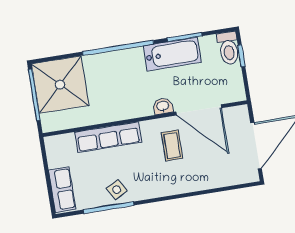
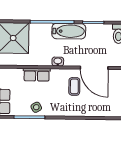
bathtub: (172, 54) -> (69, 31), moved
washbasin: (163, 106) -> (58, 62), moved
row of seats: (108, 137) -> (37, 75), width x0.68

